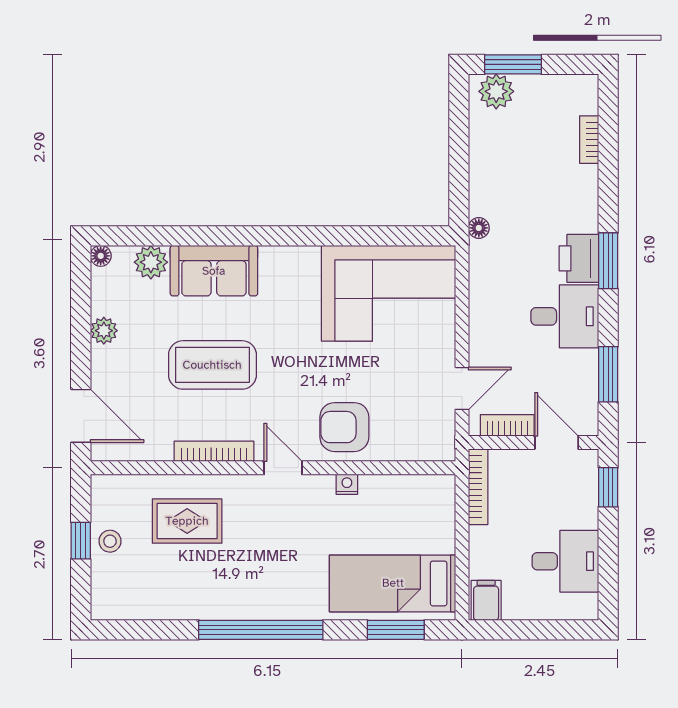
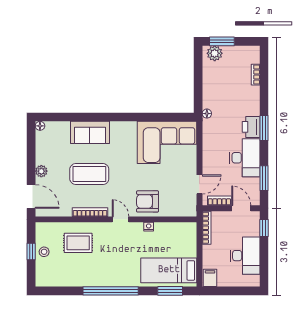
plant: (151, 262) -> (62, 129), removed
desk: (565, 316) -> (245, 158), width x1.37
plant: (104, 331) -> (41, 171), moved
desk: (565, 561) -> (245, 256), width x1.37

